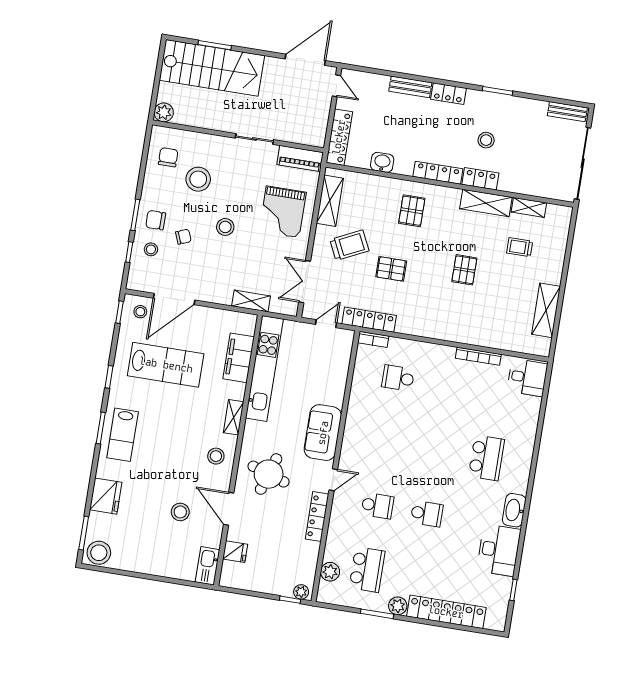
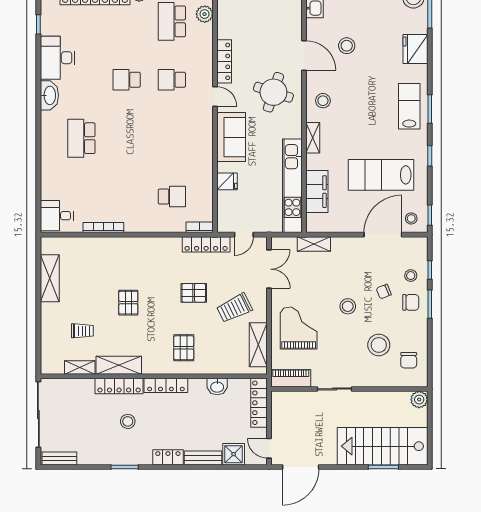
shower: (376, 85) -> (234, 454), added
locker: (480, 179) -> (119, 386), width x1.53
door: (333, 480) -> (215, 97), swing flipped
fridge: (235, 552) -> (227, 181), moved, turned 180

